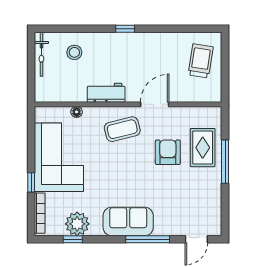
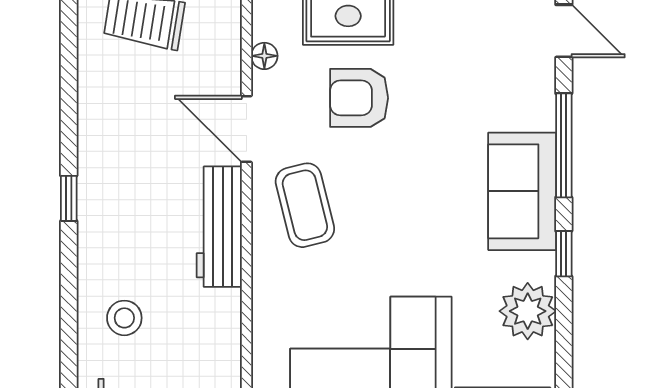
workbench: (106, 93) -> (219, 227), width x1.38
floor lamp: (77, 112) -> (264, 56), moved
window: (73, 239) -> (564, 254), moved

